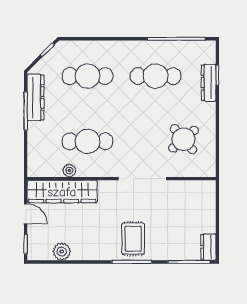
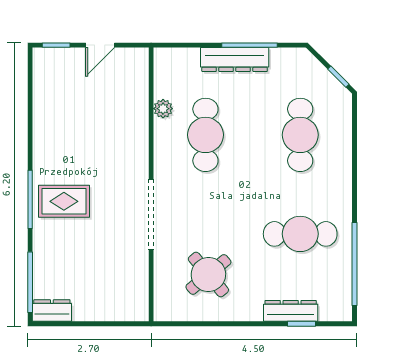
cafe table: (156, 76) -> (300, 234), turned 90
dresser: (36, 97) -> (235, 59), moved
wardrobe: (62, 192) -> (132, 98), removed
plant: (62, 251) -> (45, 97), removed

